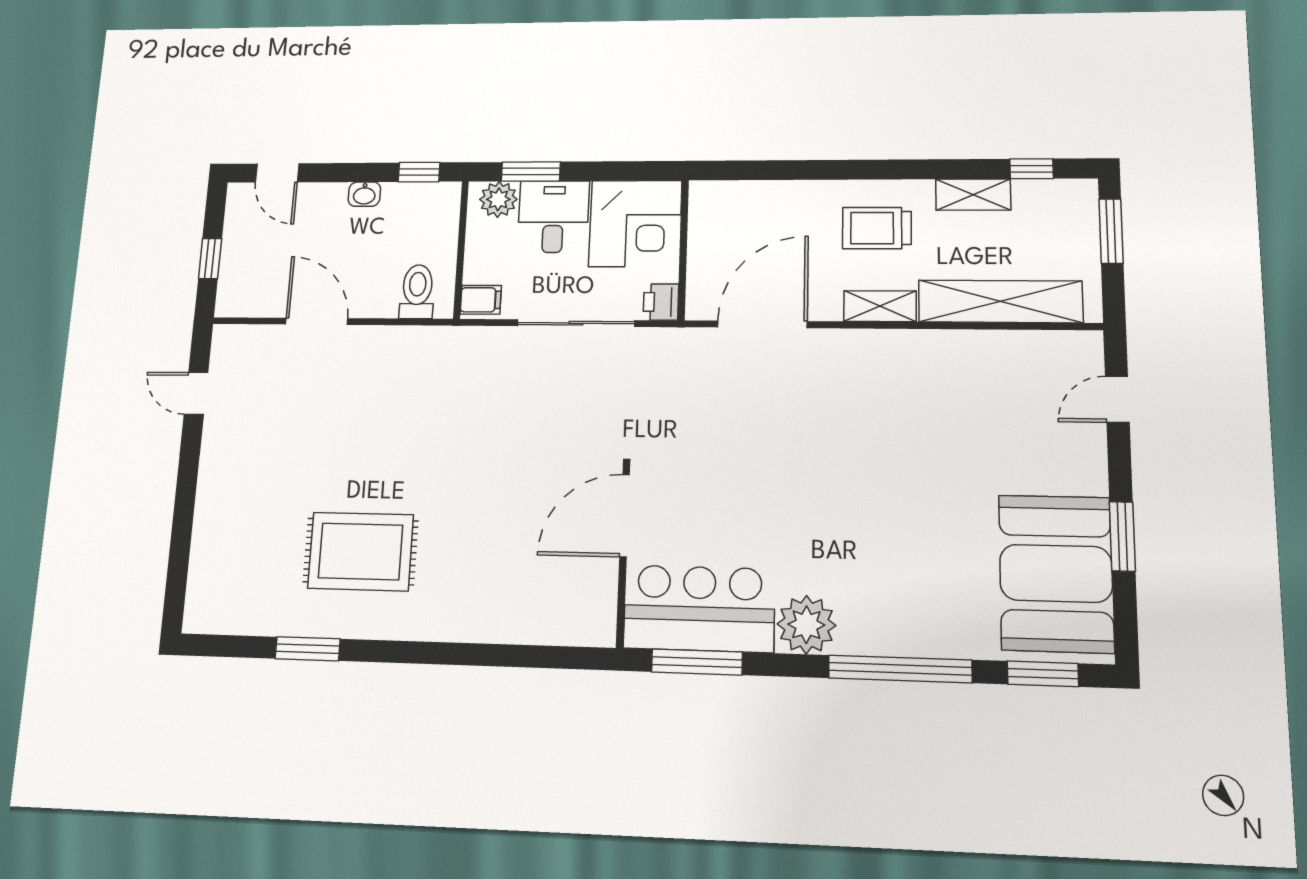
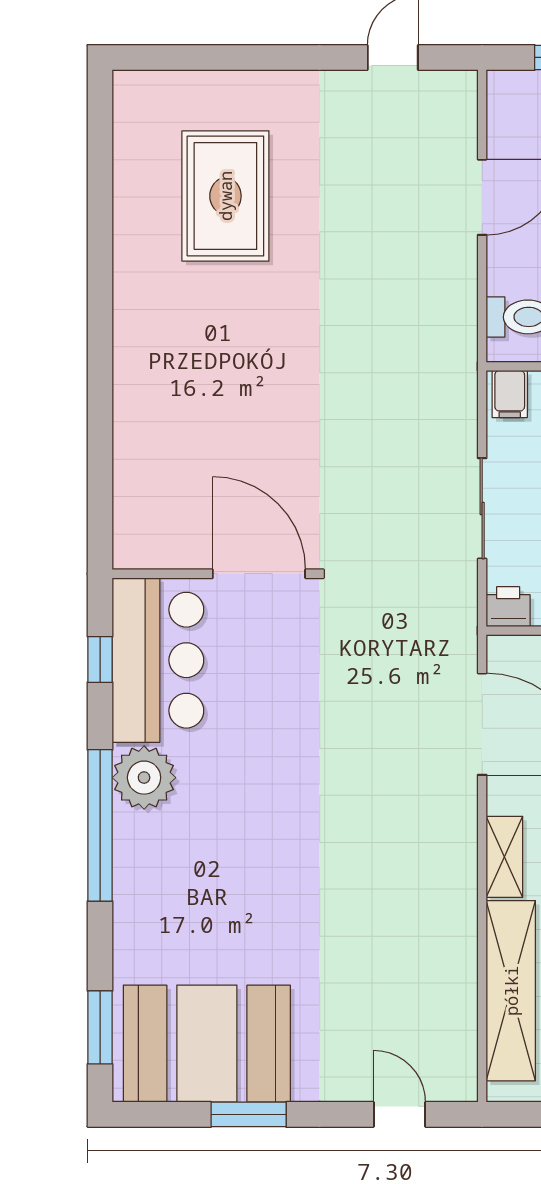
sliding door: (576, 323) -> (482, 508), width x0.73
rug: (361, 551) -> (225, 196), moved
window: (308, 649) -> (100, 220), removed
window: (697, 662) -> (100, 659), width x0.46
window: (900, 669) -> (100, 825), moved

